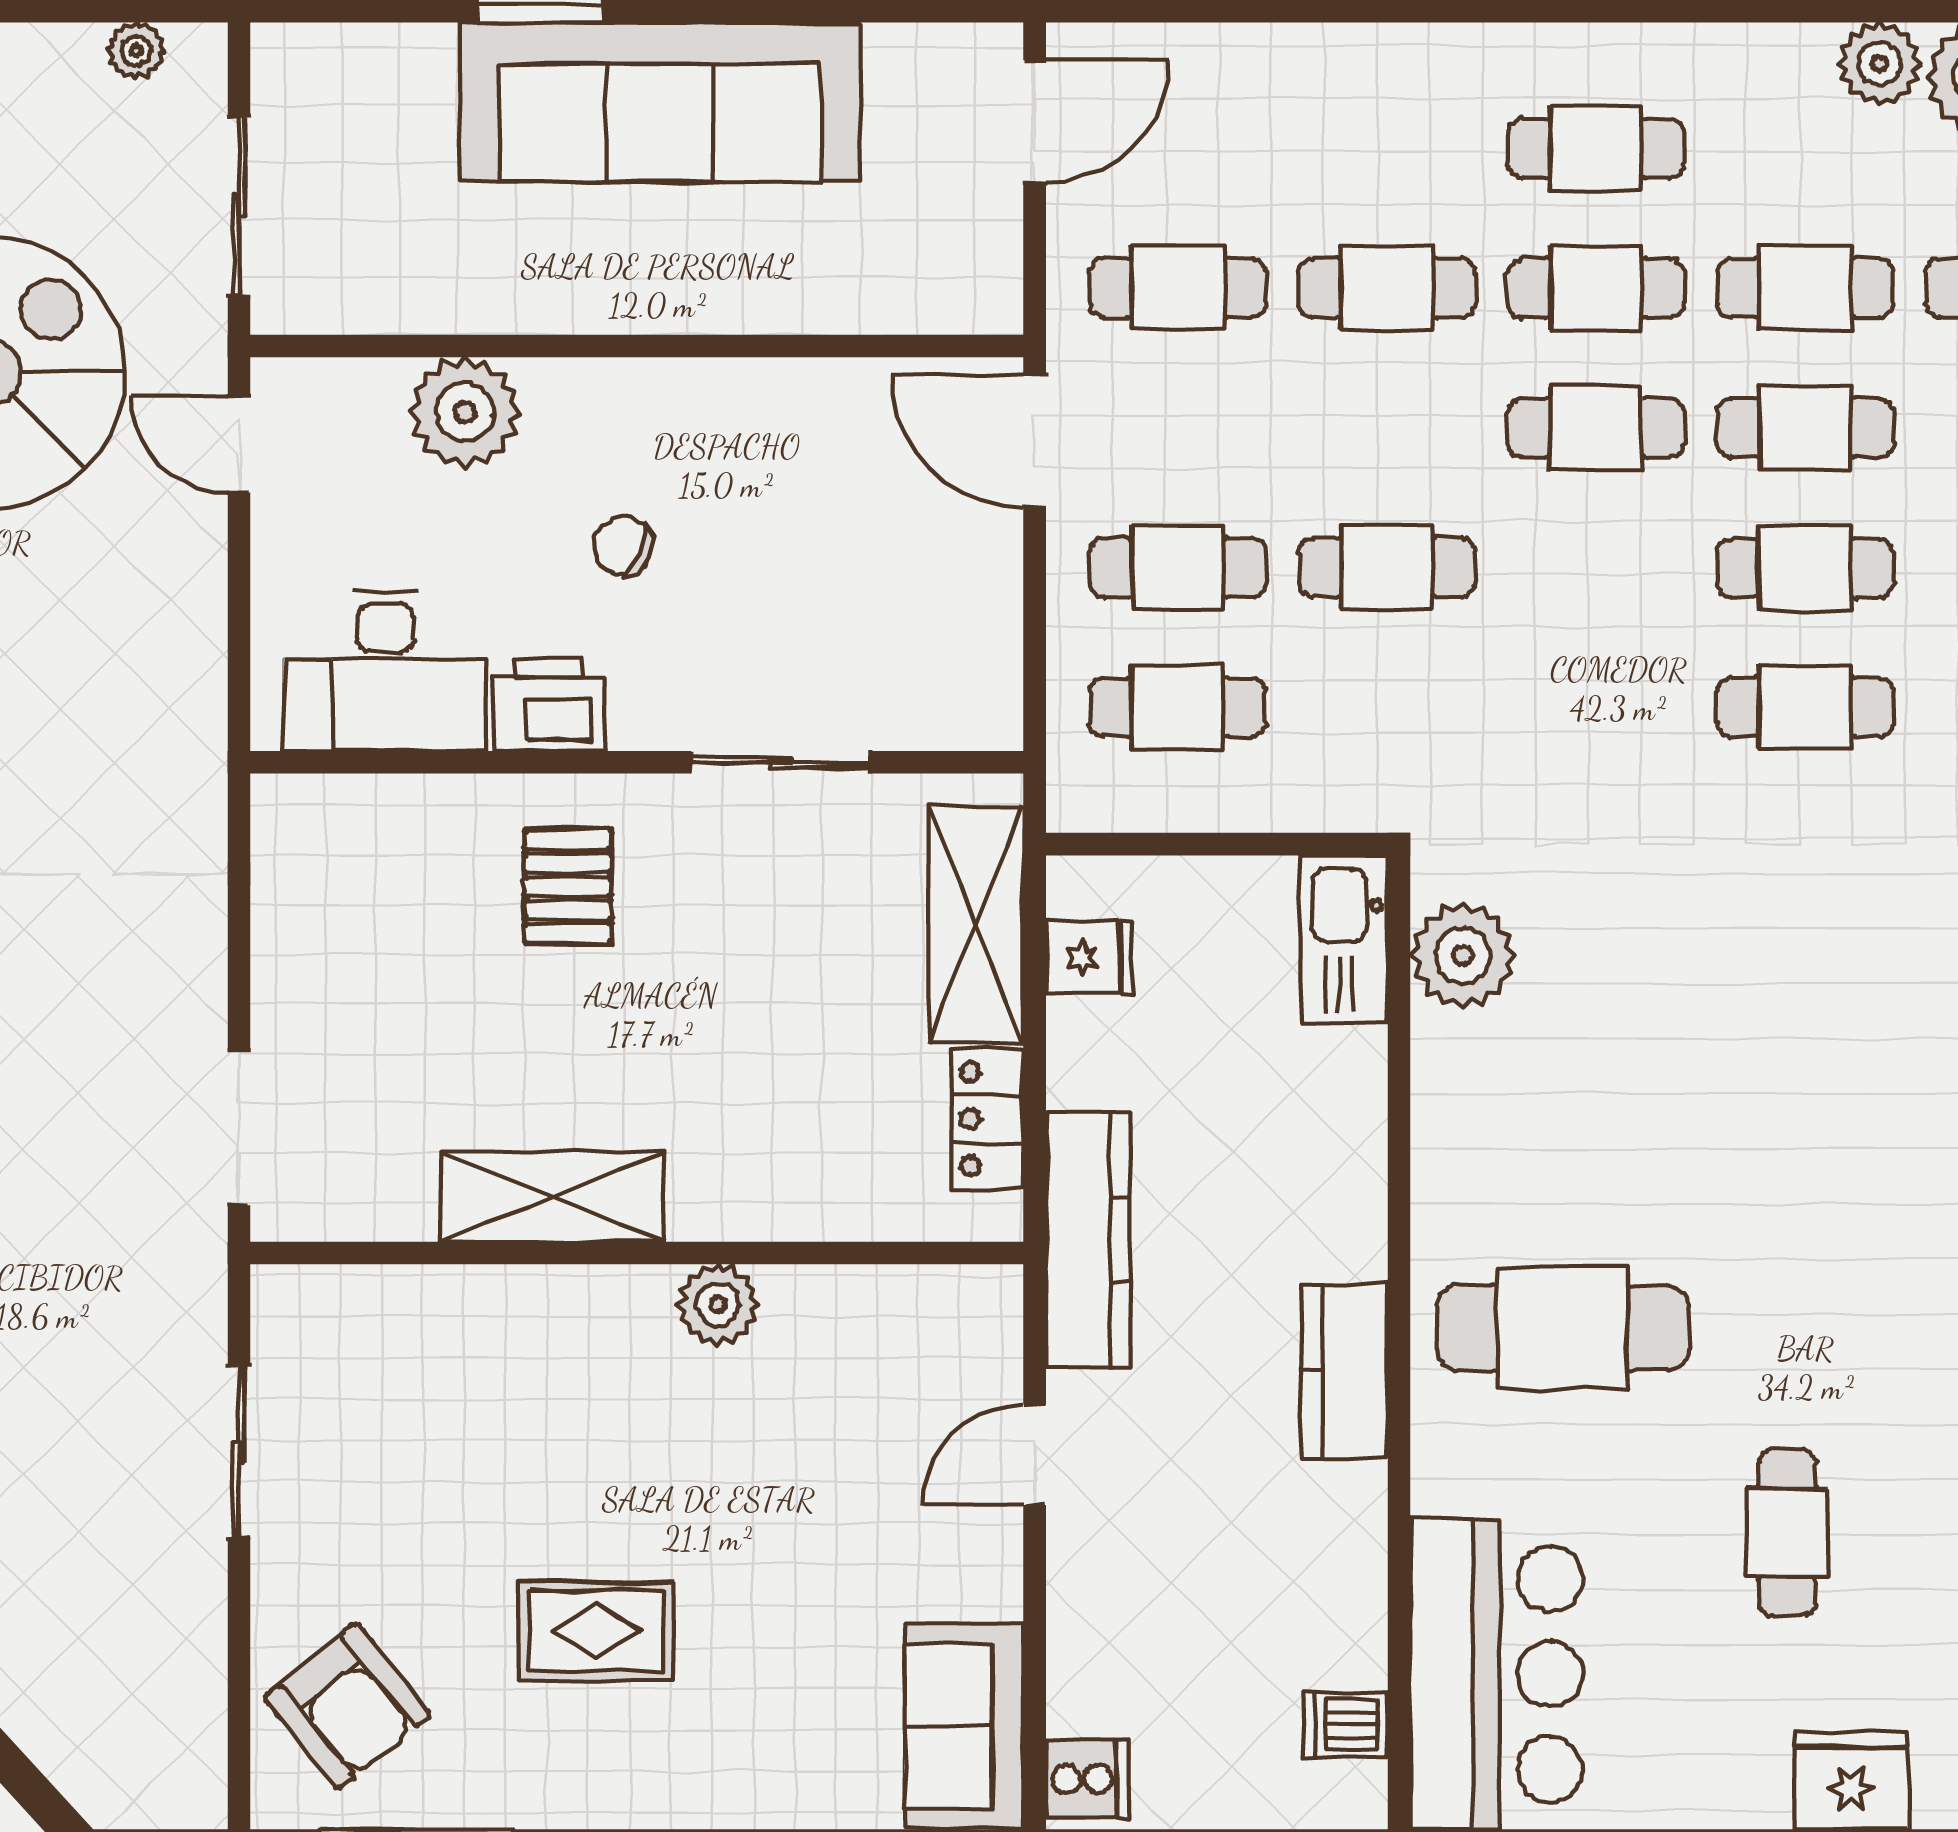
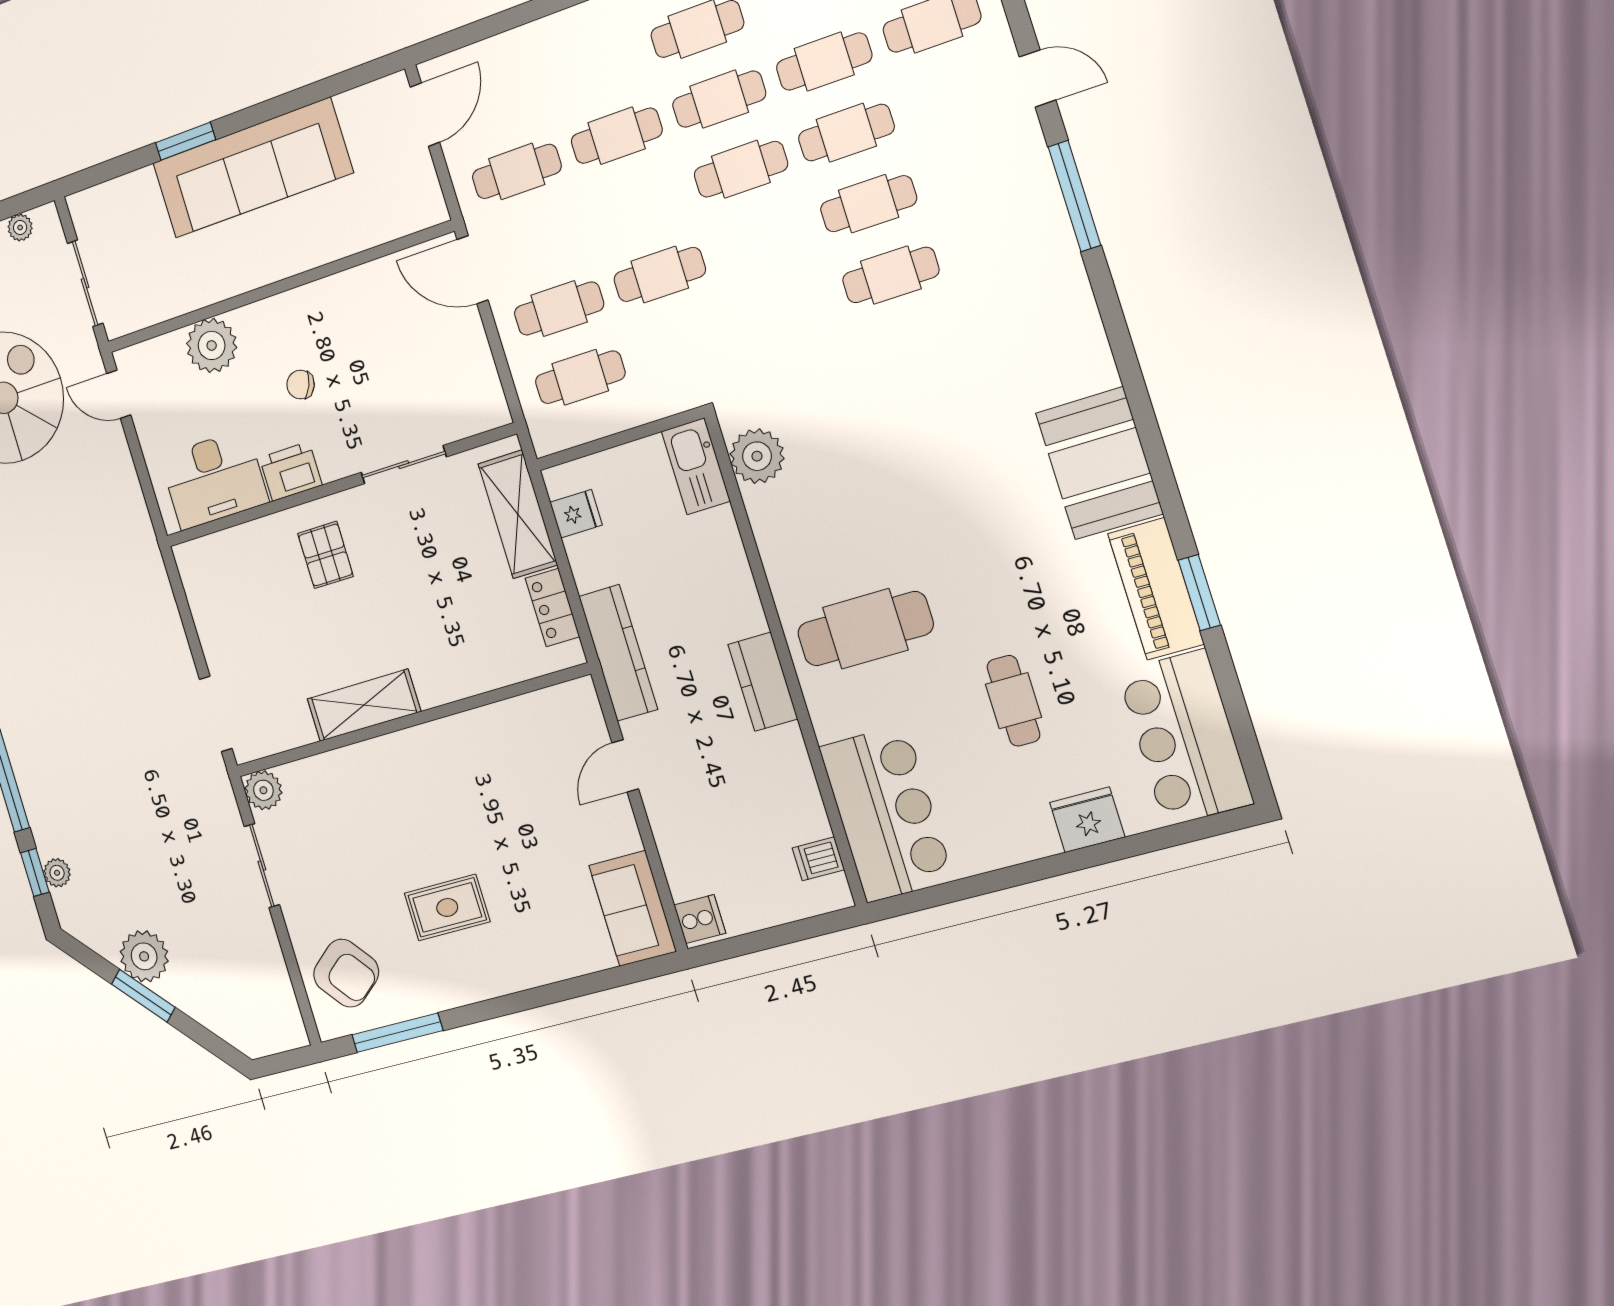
plant: (718, 1305) -> (263, 790), moved

